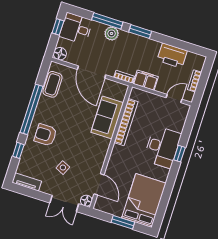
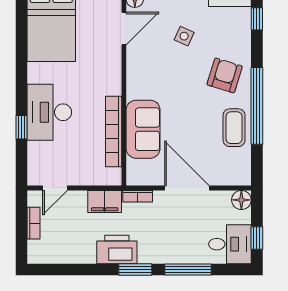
plant: (112, 33) -> (176, 253), removed
printer: (172, 56) -> (117, 249), moved
coffee table: (52, 84) -> (234, 128), moved
armchair: (45, 135) -> (225, 75), turned -73
window: (18, 150) -> (257, 19), moved
window: (179, 154) -> (21, 127), moved
door: (99, 184) -> (124, 29), swing flipped

